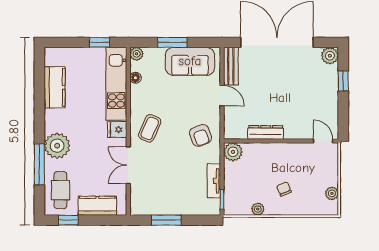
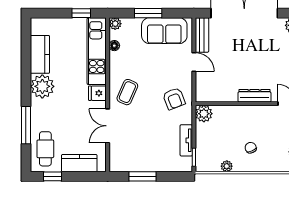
dresser: (266, 132) -> (254, 96), moved
plant: (57, 146) -> (42, 86), moved

